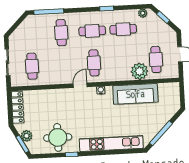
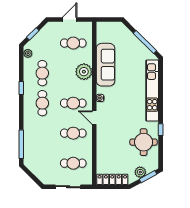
cafe table: (61, 33) -> (73, 133), moved
plant: (139, 71) -> (84, 72), moved

